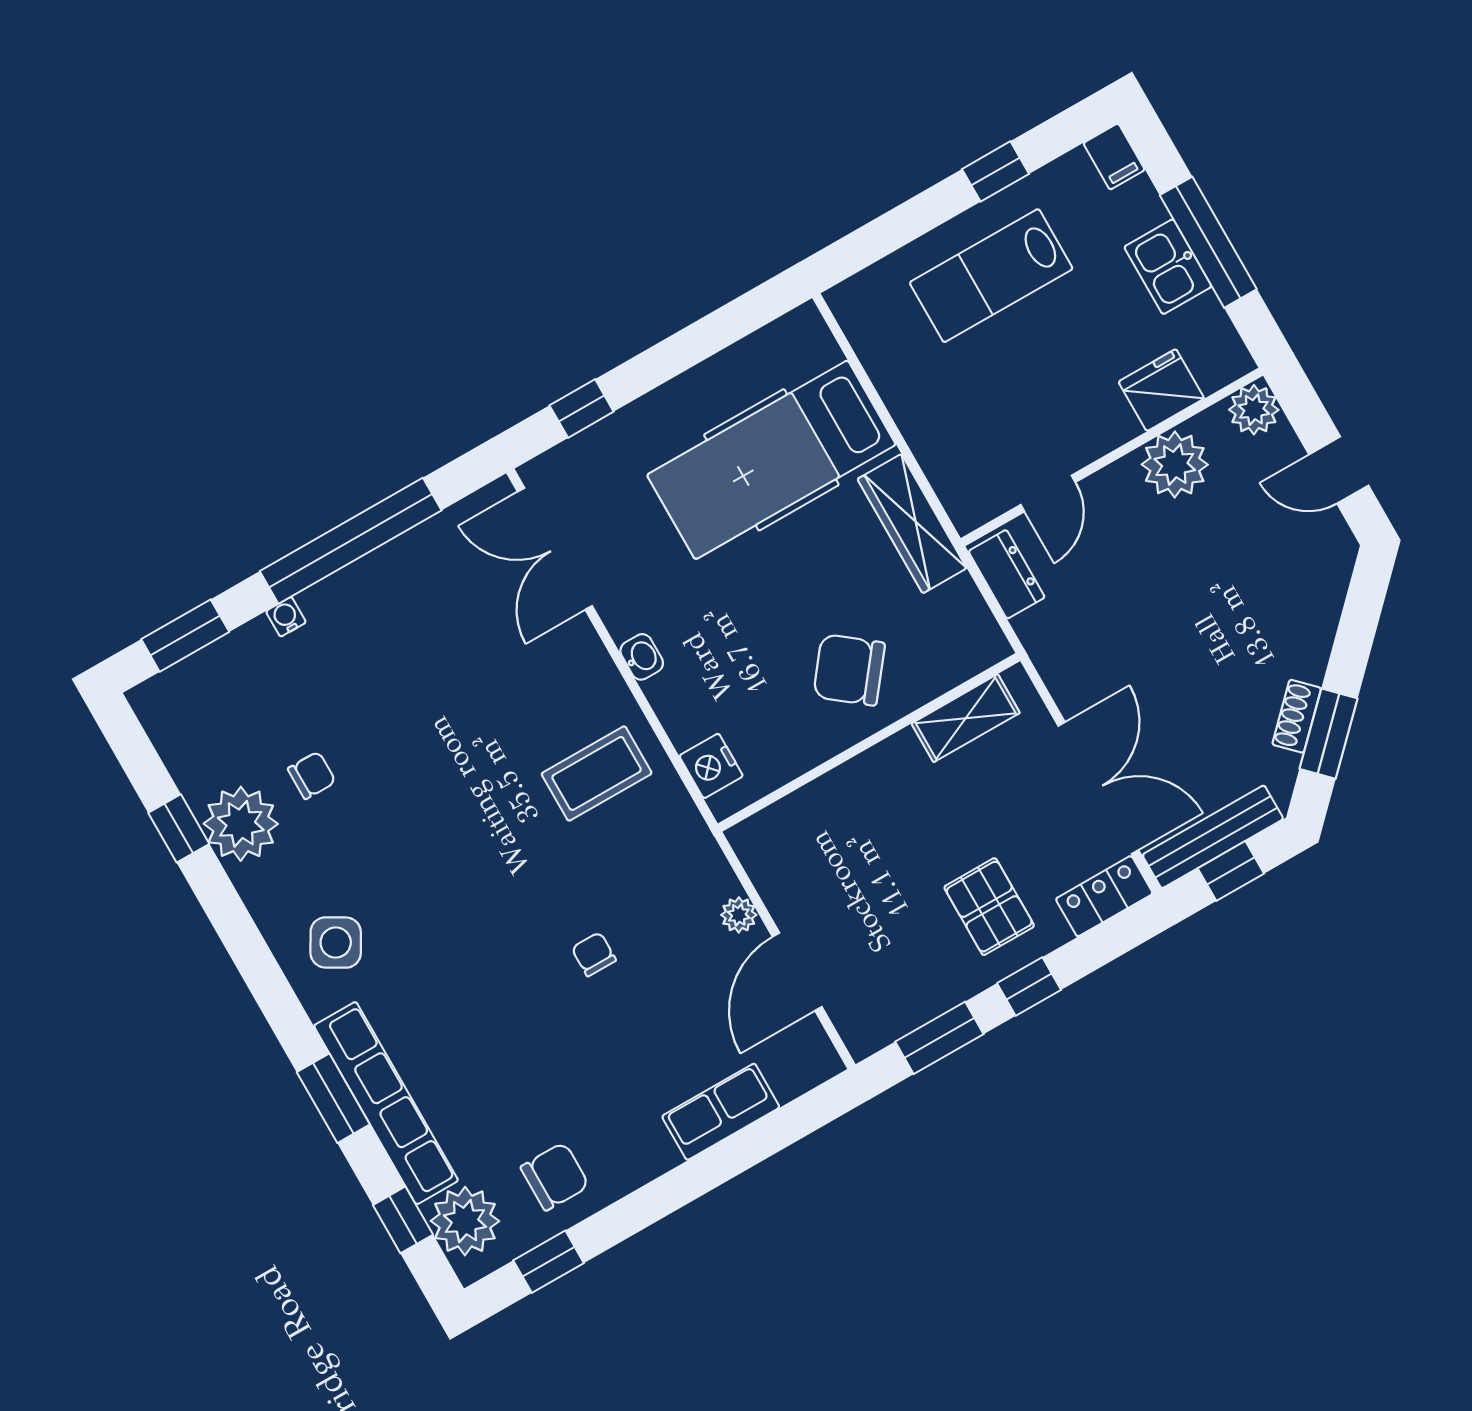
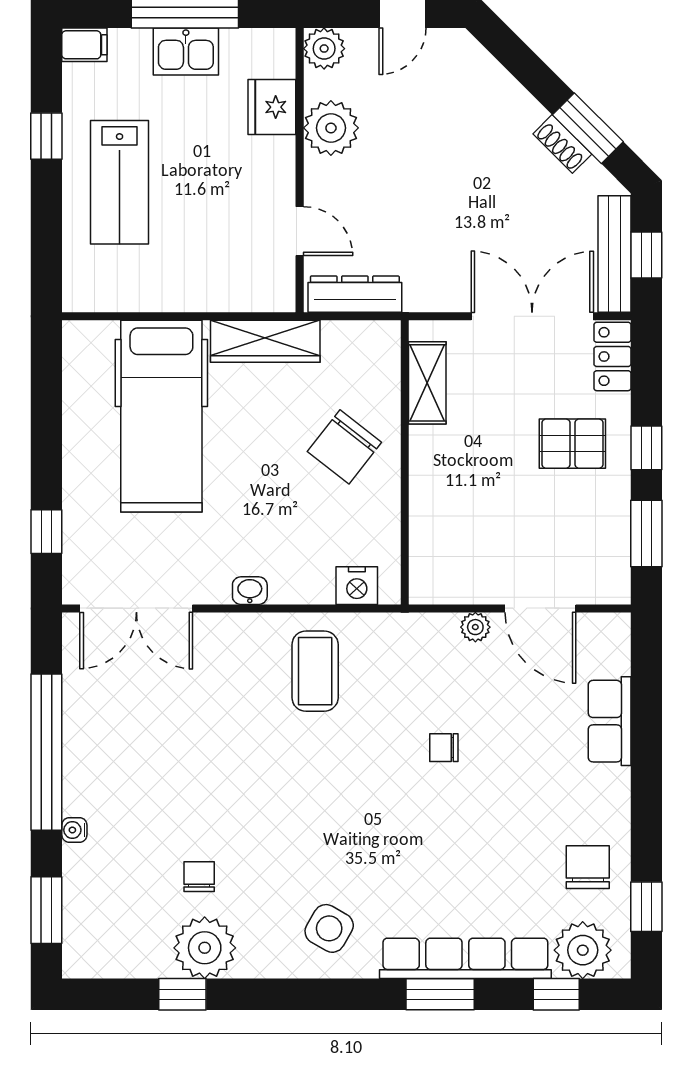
dresser: (1007, 574) -> (355, 294), width x1.44

